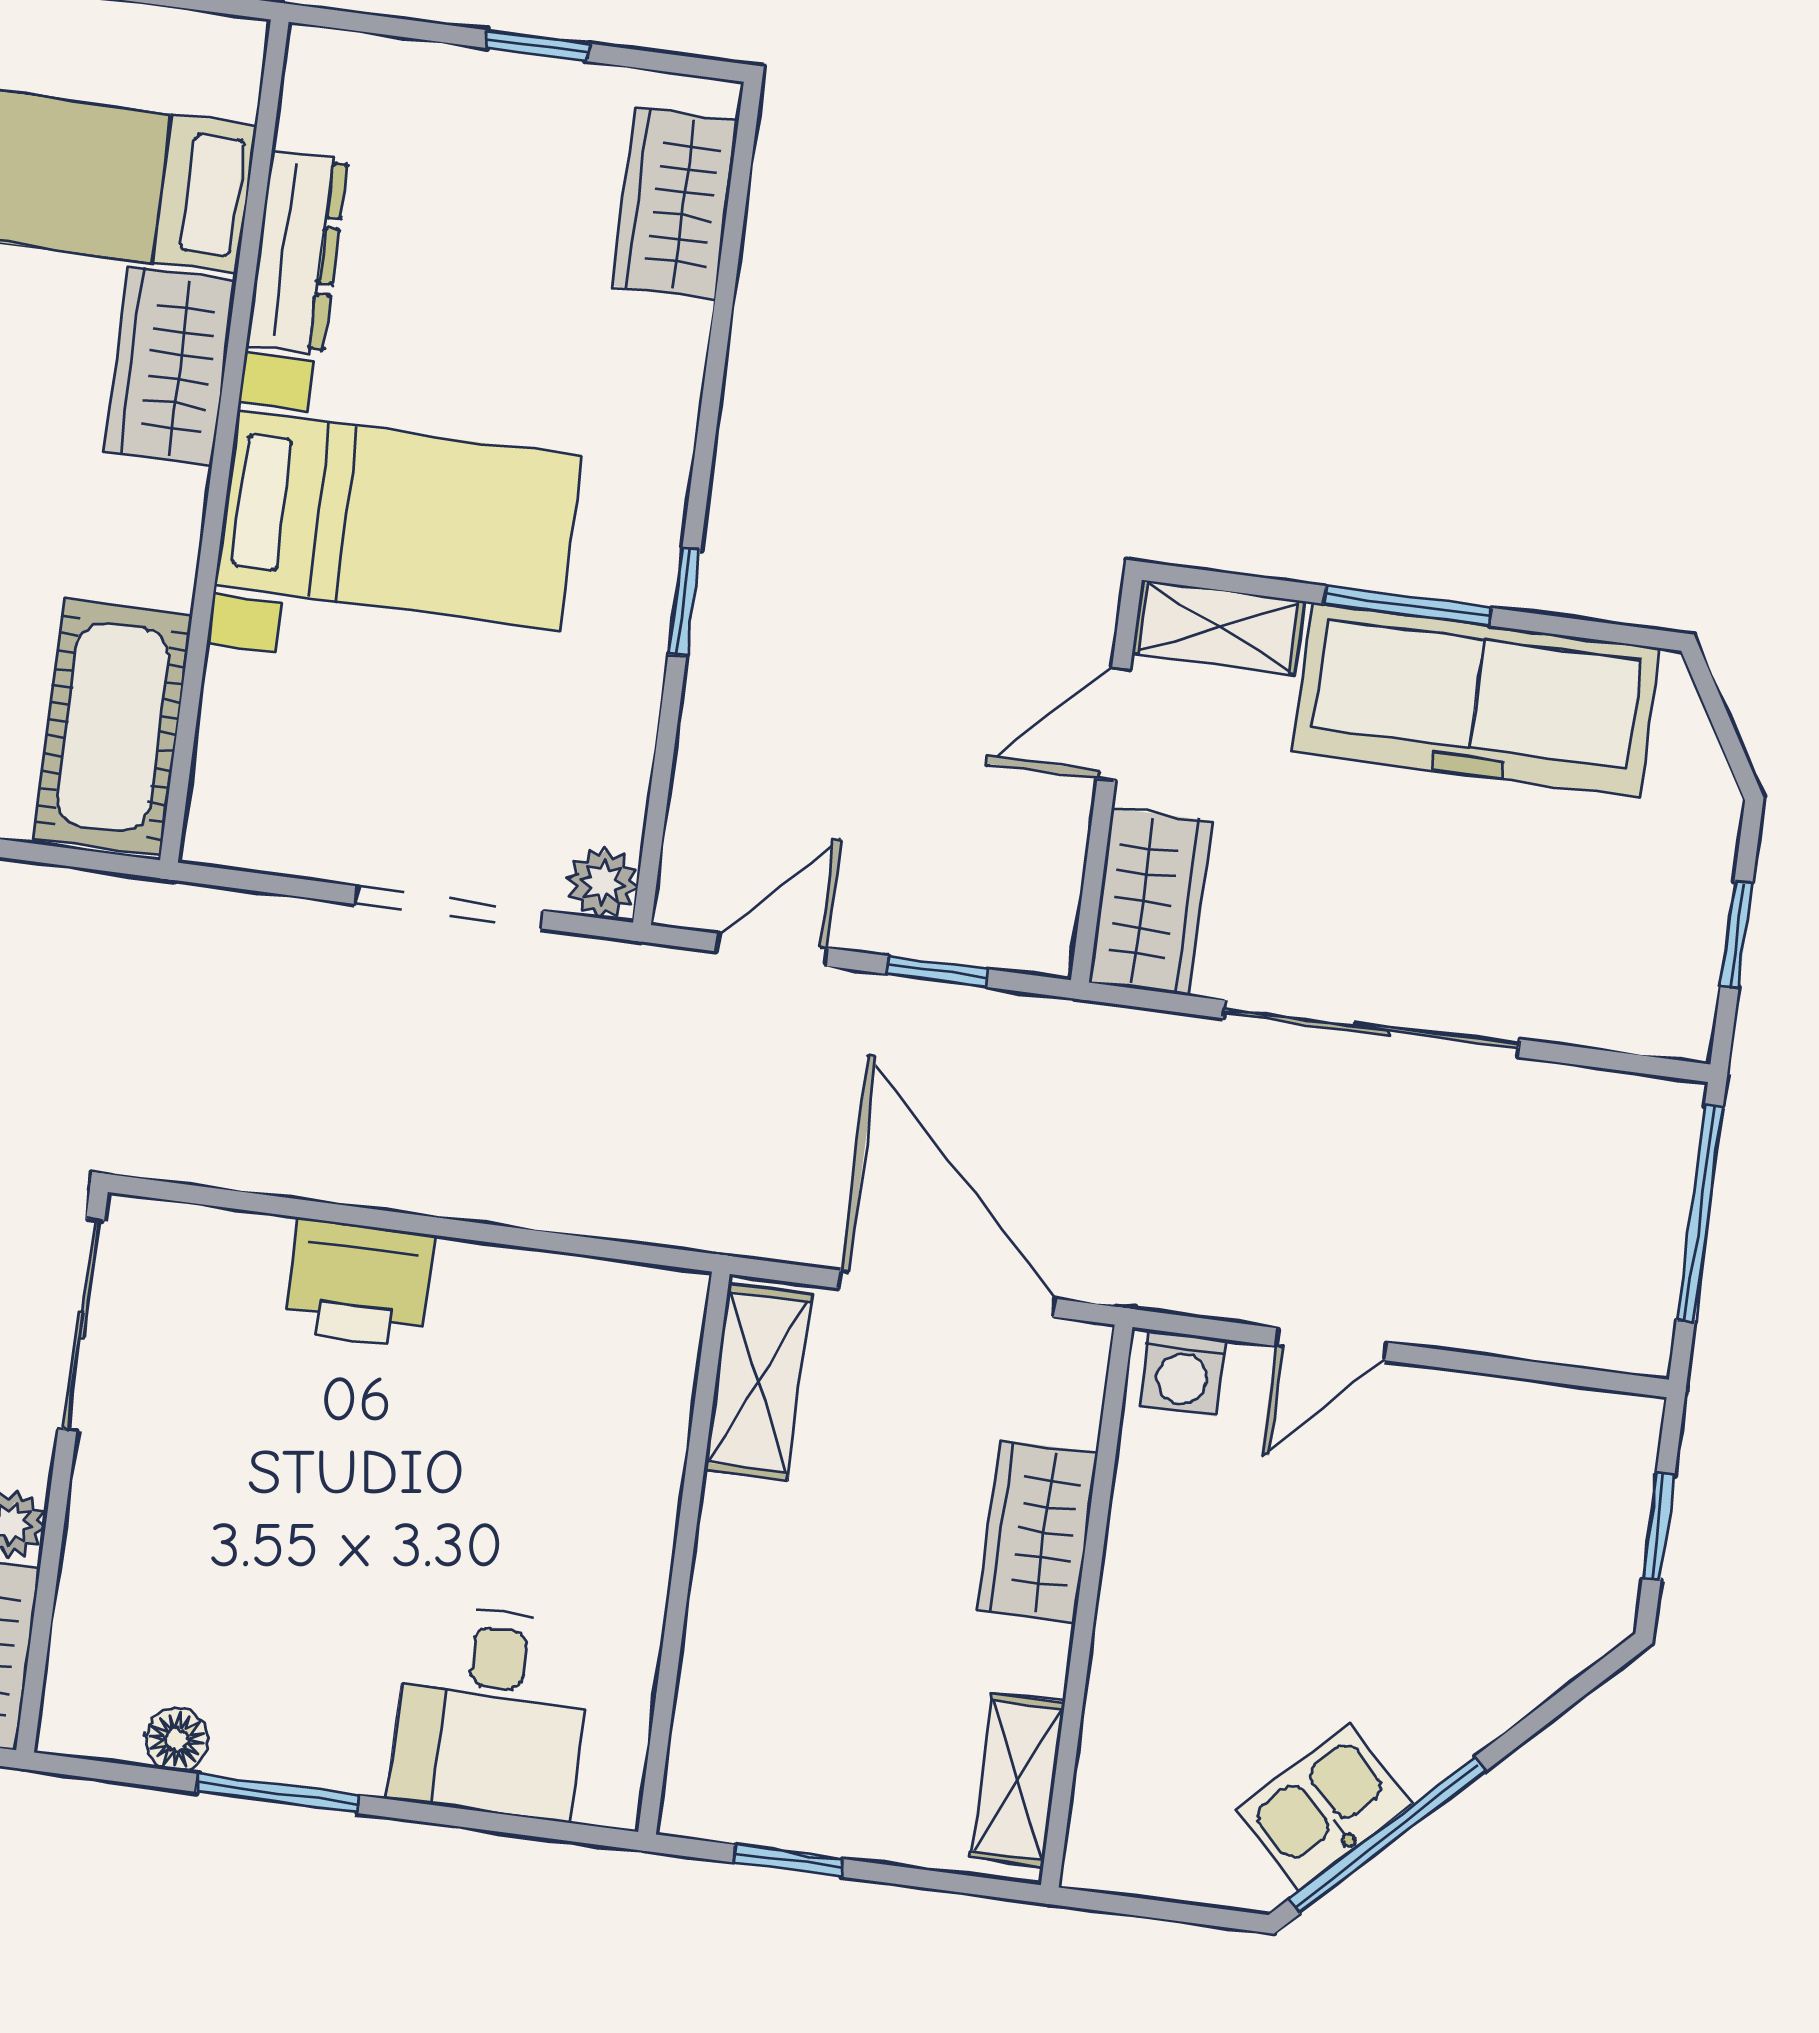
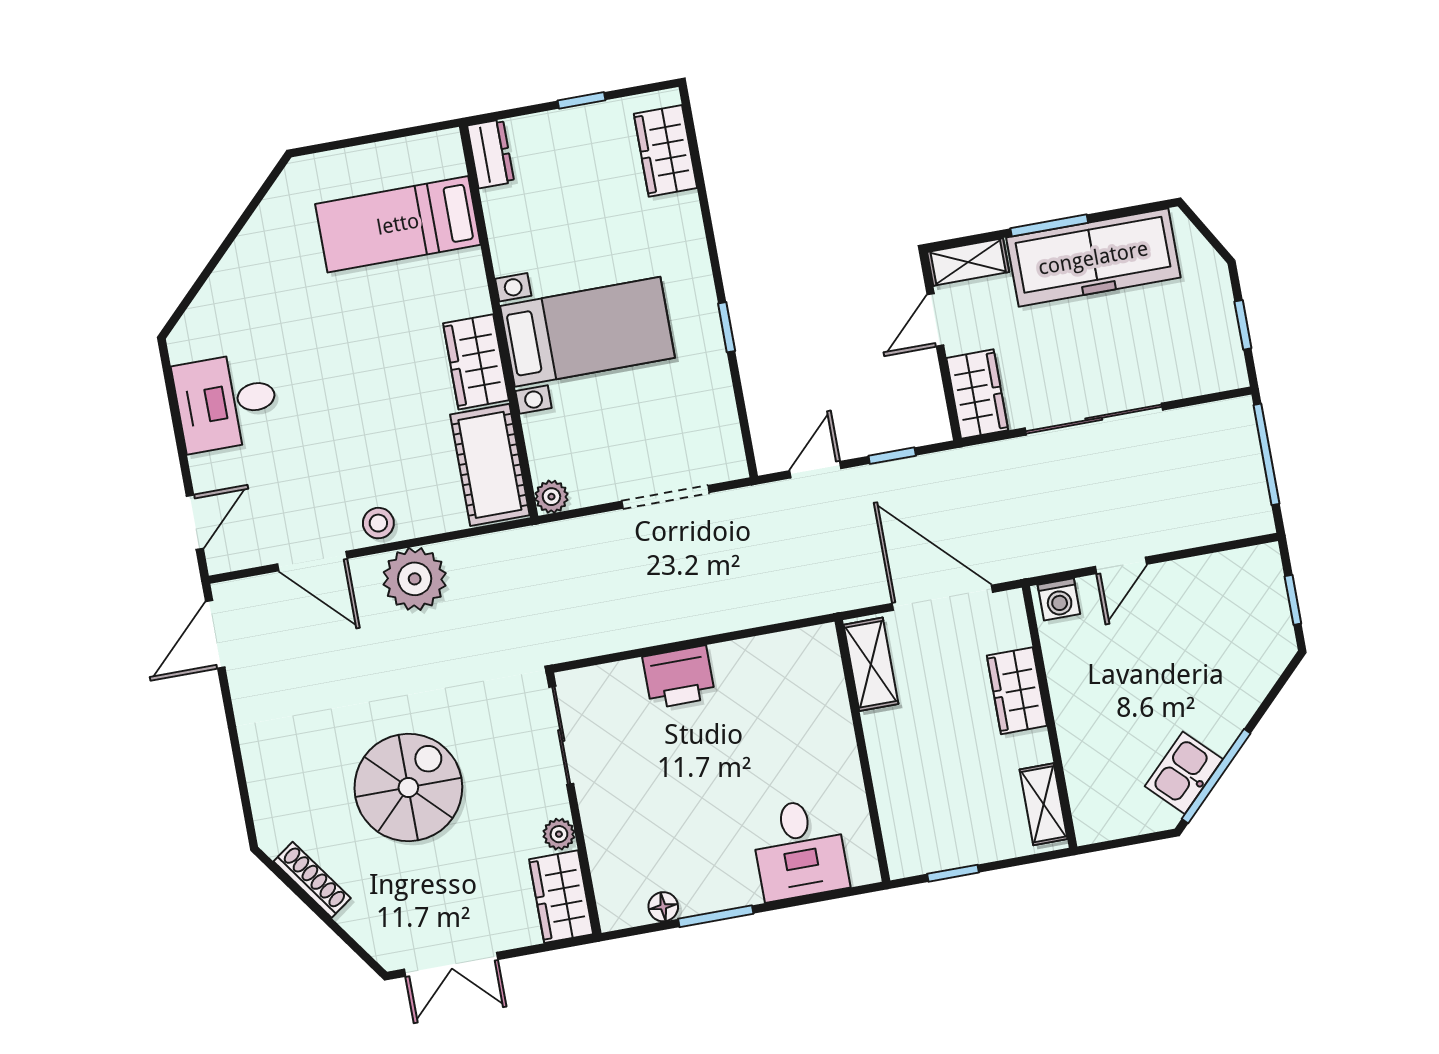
dresser: (297, 252) -> (491, 154), moved, width x0.70
wardrobe: (170, 367) -> (476, 362), moved
plant: (603, 883) -> (551, 497), moved

